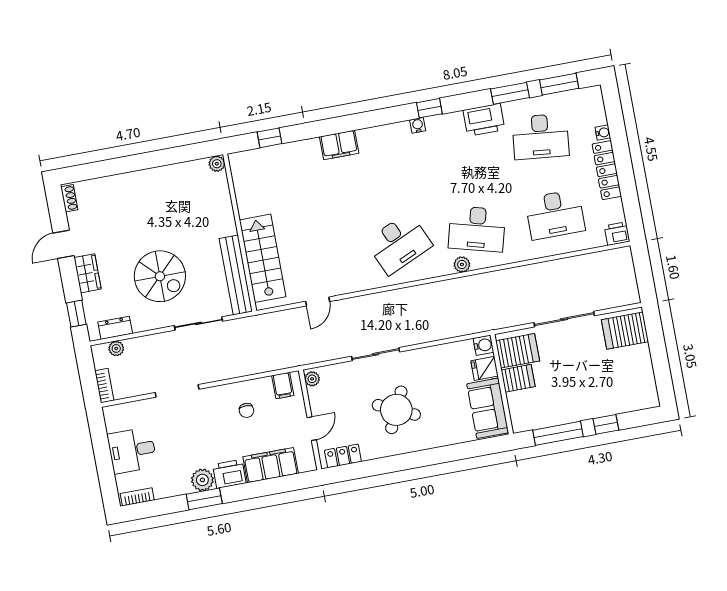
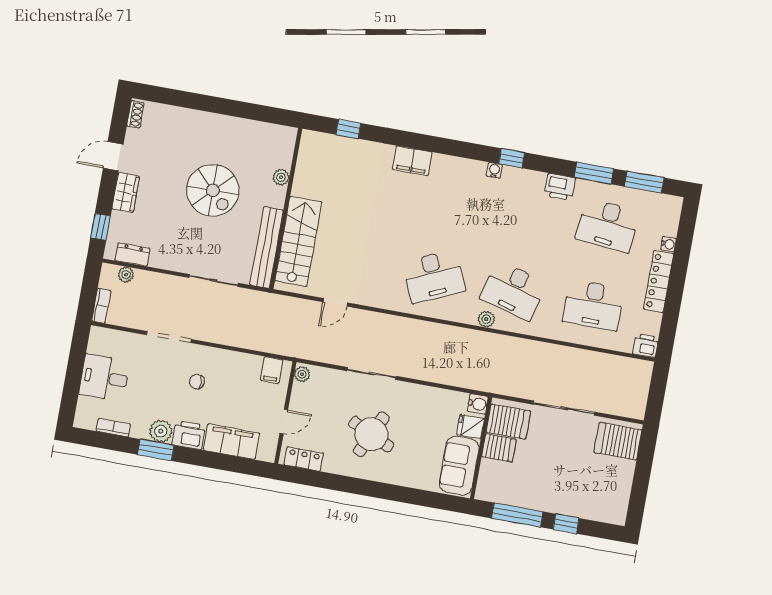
printer: (484, 120) -> (560, 187), width x0.73, depth x0.84
plant: (217, 164) -> (281, 177), moved
spiral stairs: (160, 276) -> (213, 190), moved
chair: (246, 410) -> (197, 382), moved, turned 90
bookcase: (137, 497) -> (113, 428), moved

